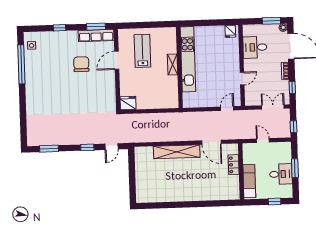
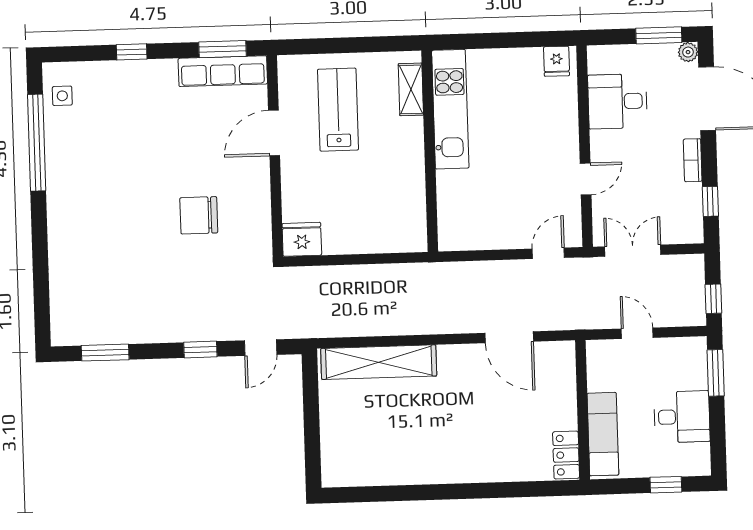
kitchen unit: (188, 59) -> (450, 109), width x0.73
chair: (81, 64) -> (199, 215), moved, turned -90
shelving: (172, 64) -> (411, 89), moved
double door: (273, 107) -> (633, 251), moved
shelving: (177, 152) -> (379, 362), moved
locker: (234, 165) -> (566, 455), moved
window: (295, 168) -> (716, 373), moved

